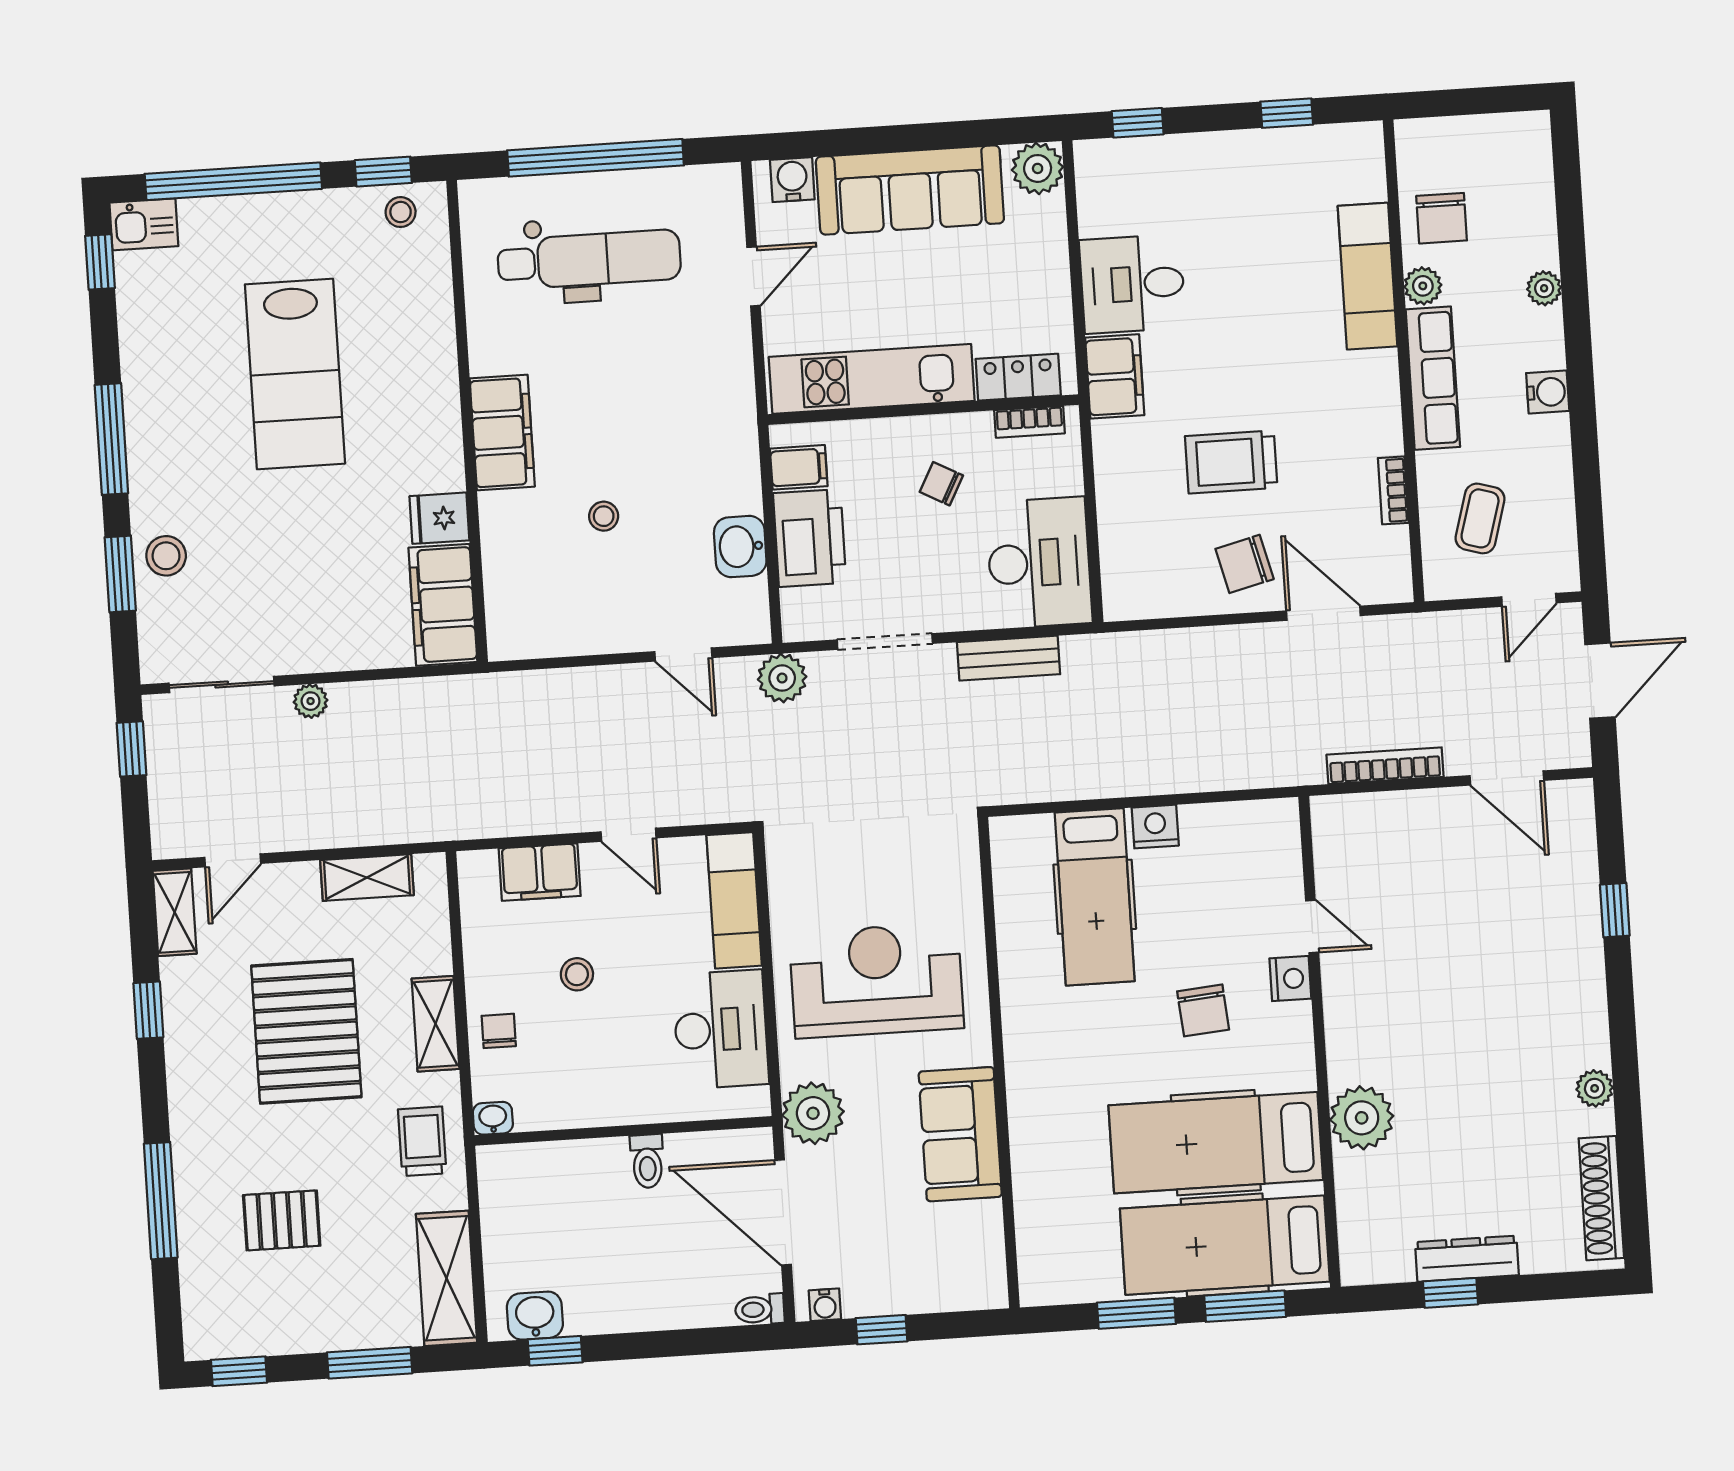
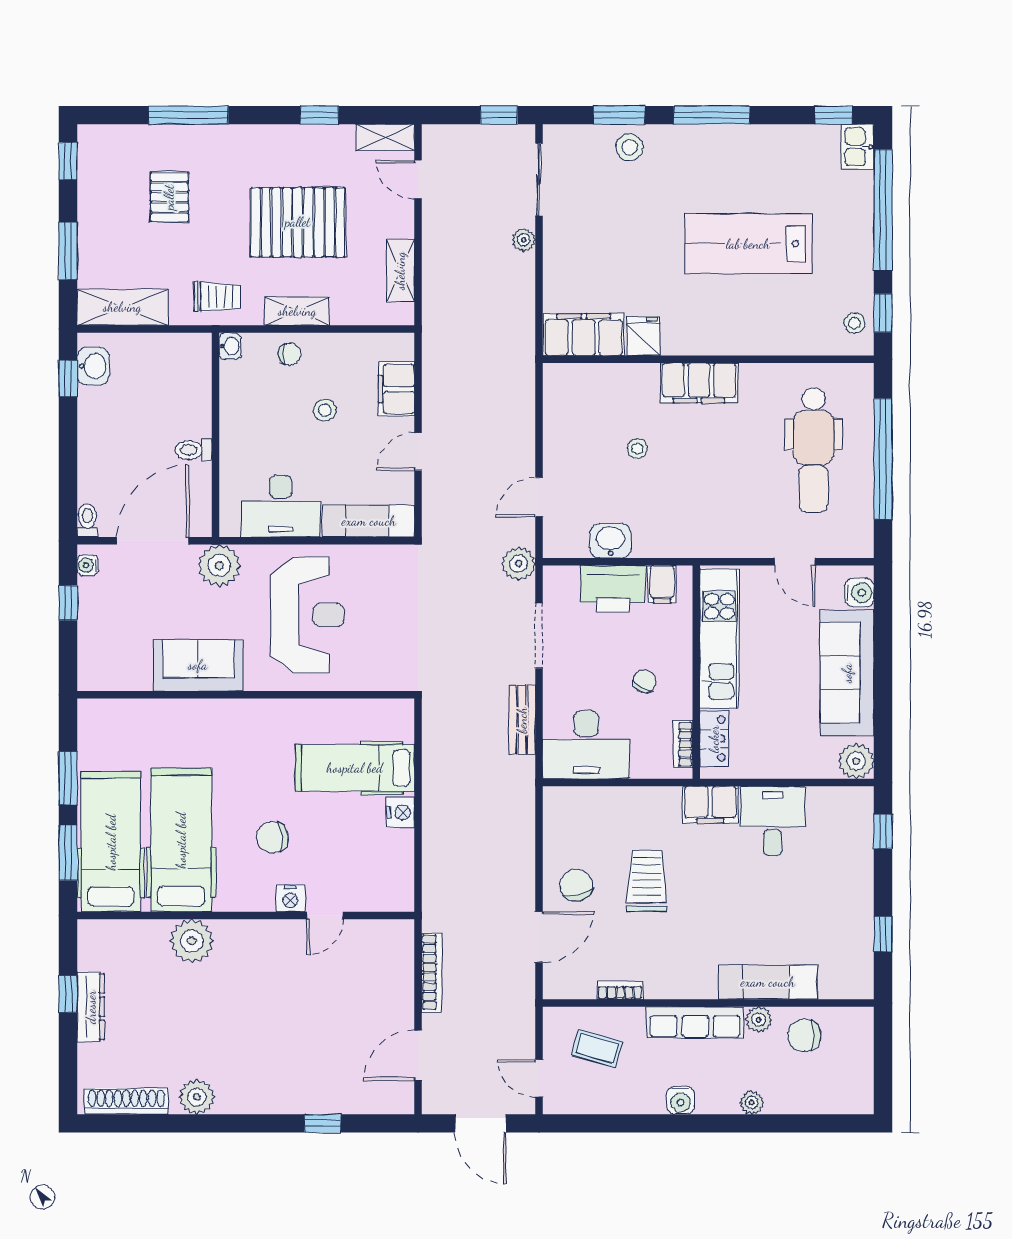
plant: (1595, 1088) -> (197, 1097), width x1.38, depth x1.38

